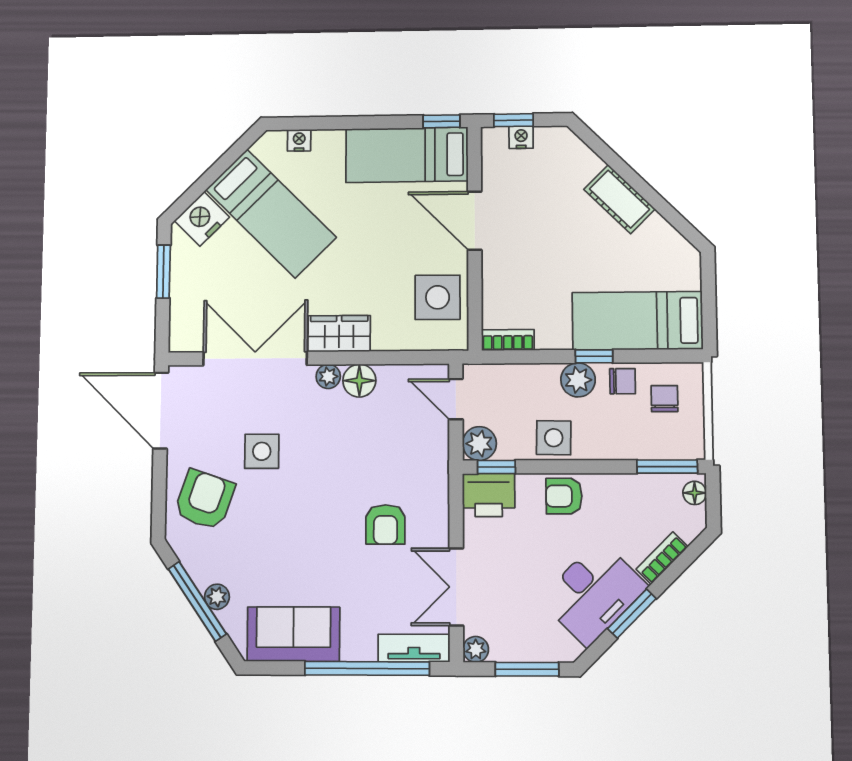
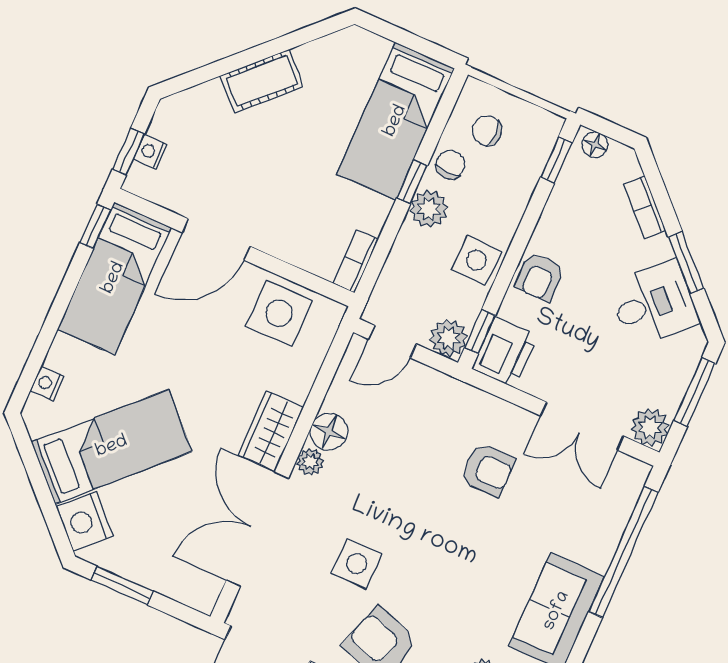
window: (667, 467) -> (556, 160), width x0.67
desk: (593, 593) -> (654, 304), width x0.73
tv unit: (414, 648) -> (624, 496), removed
plant: (476, 649) -> (650, 427), width x1.38, depth x1.38

